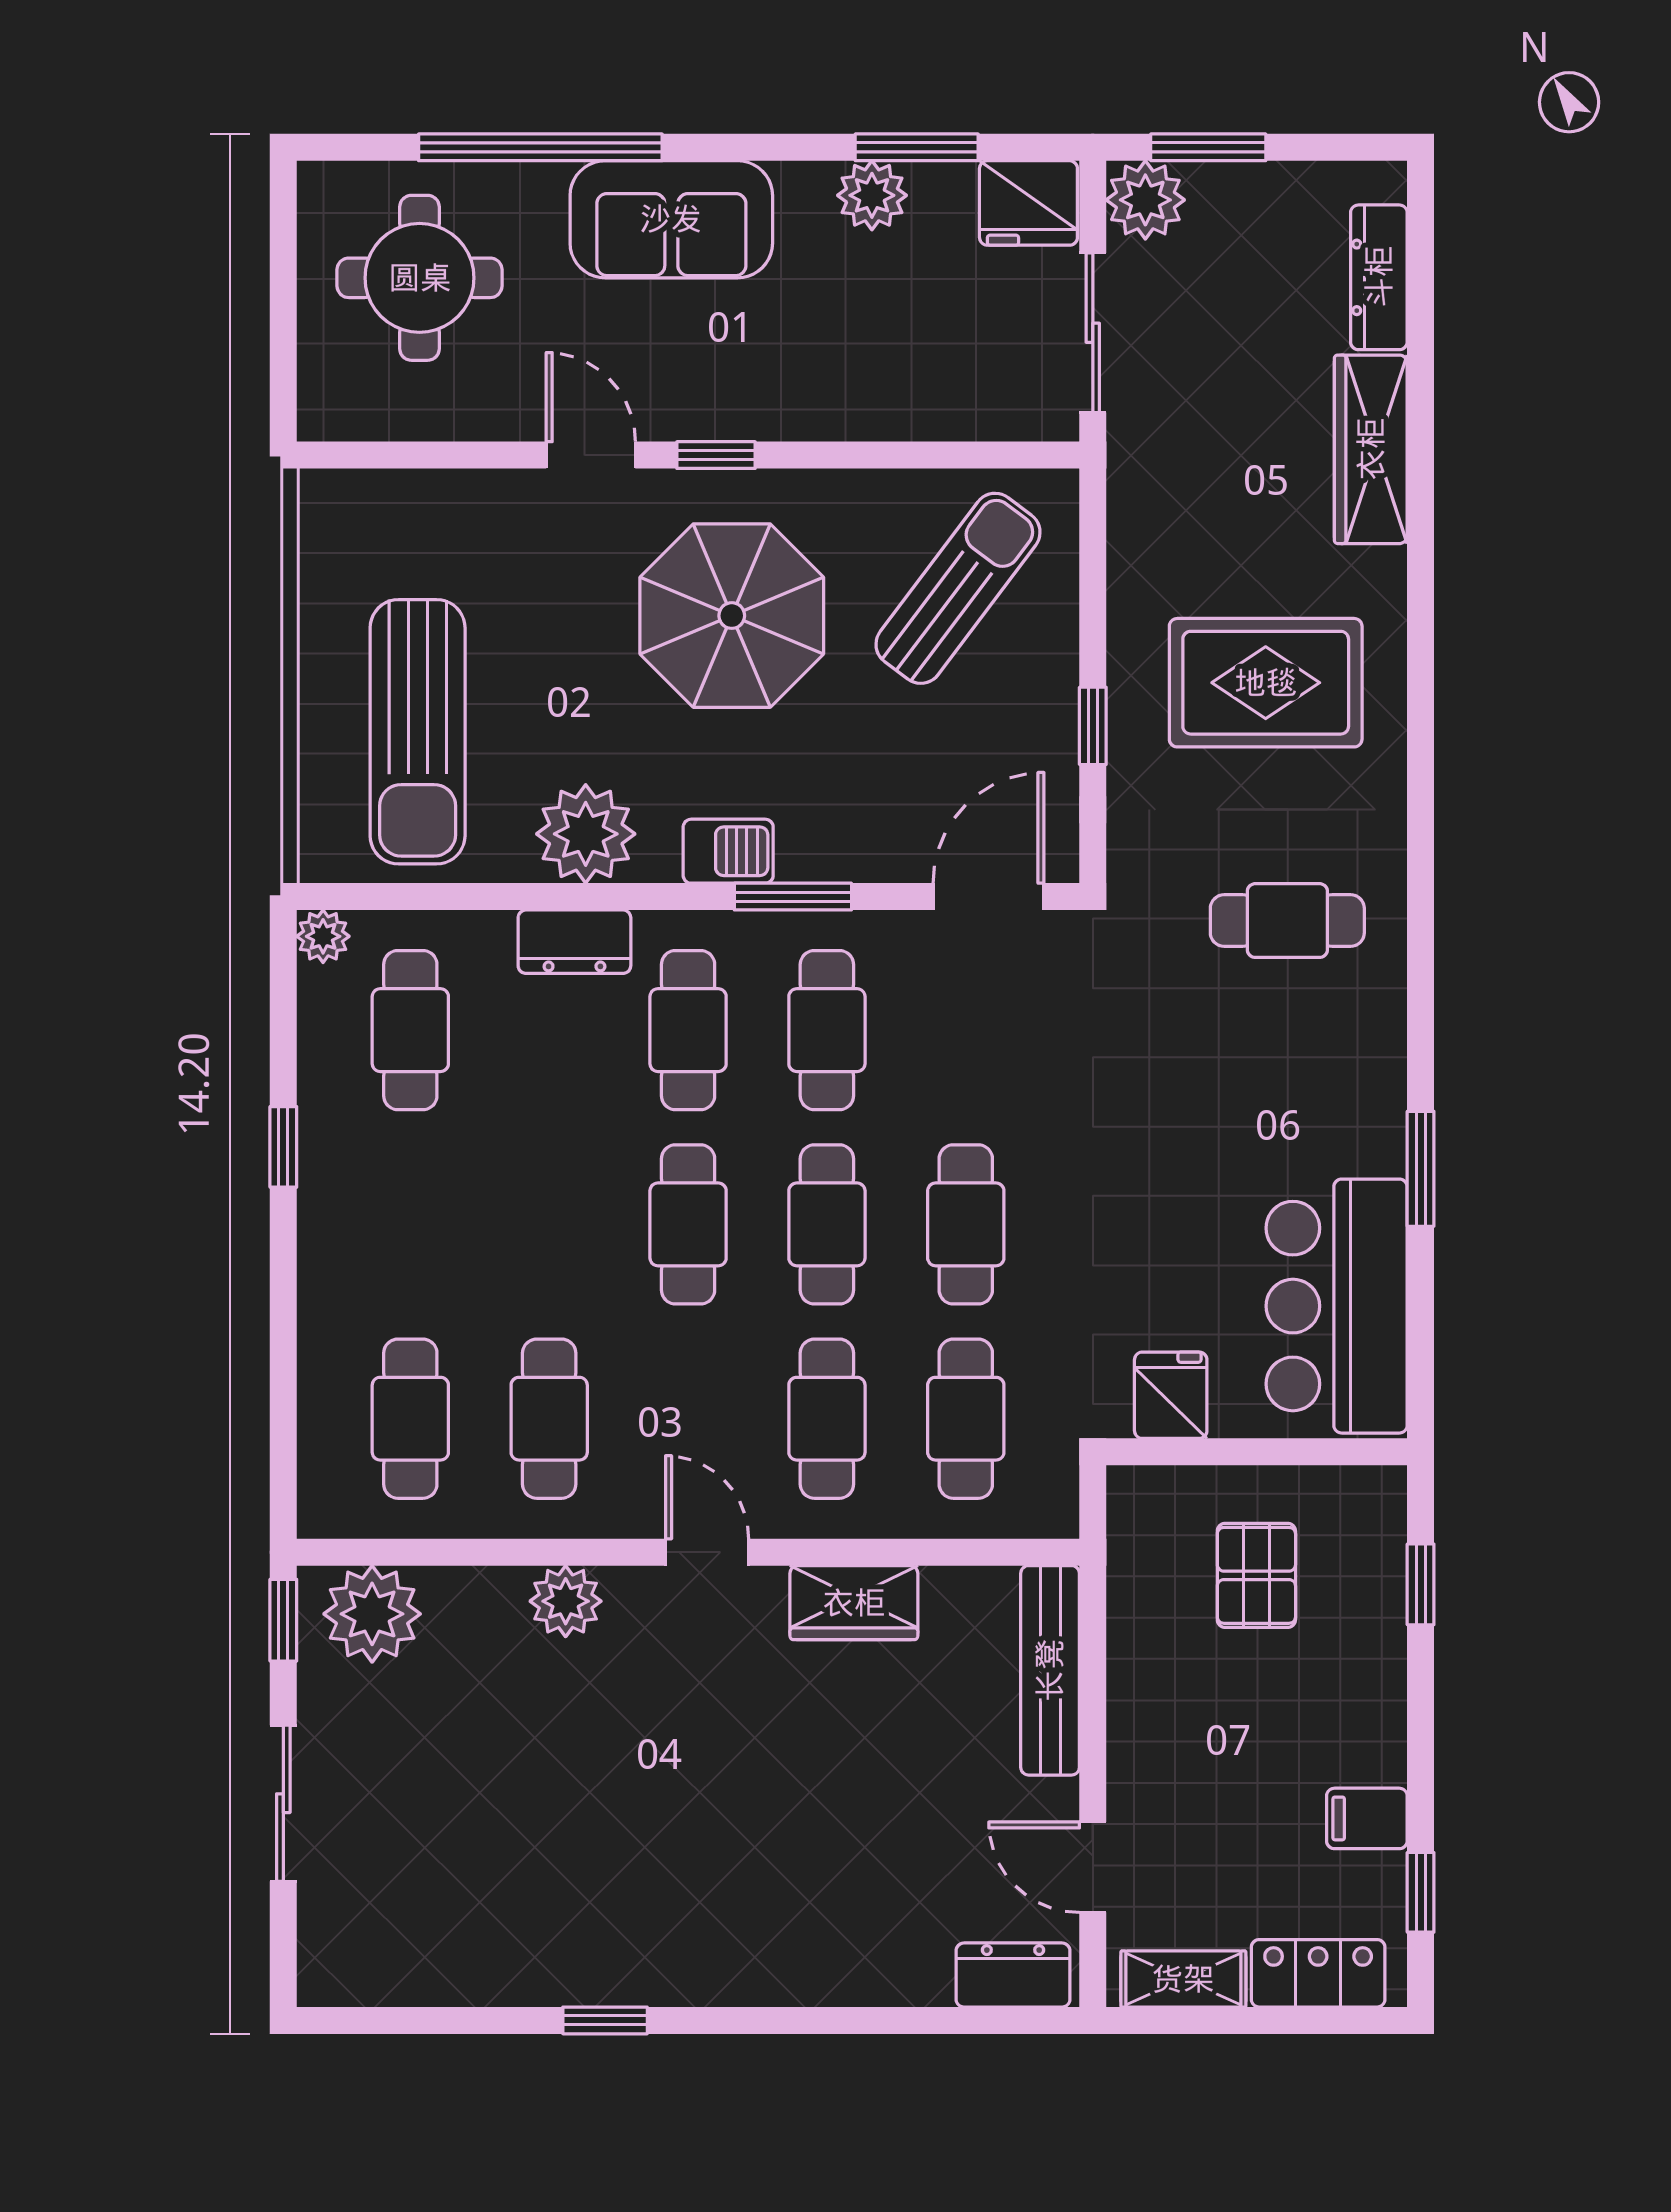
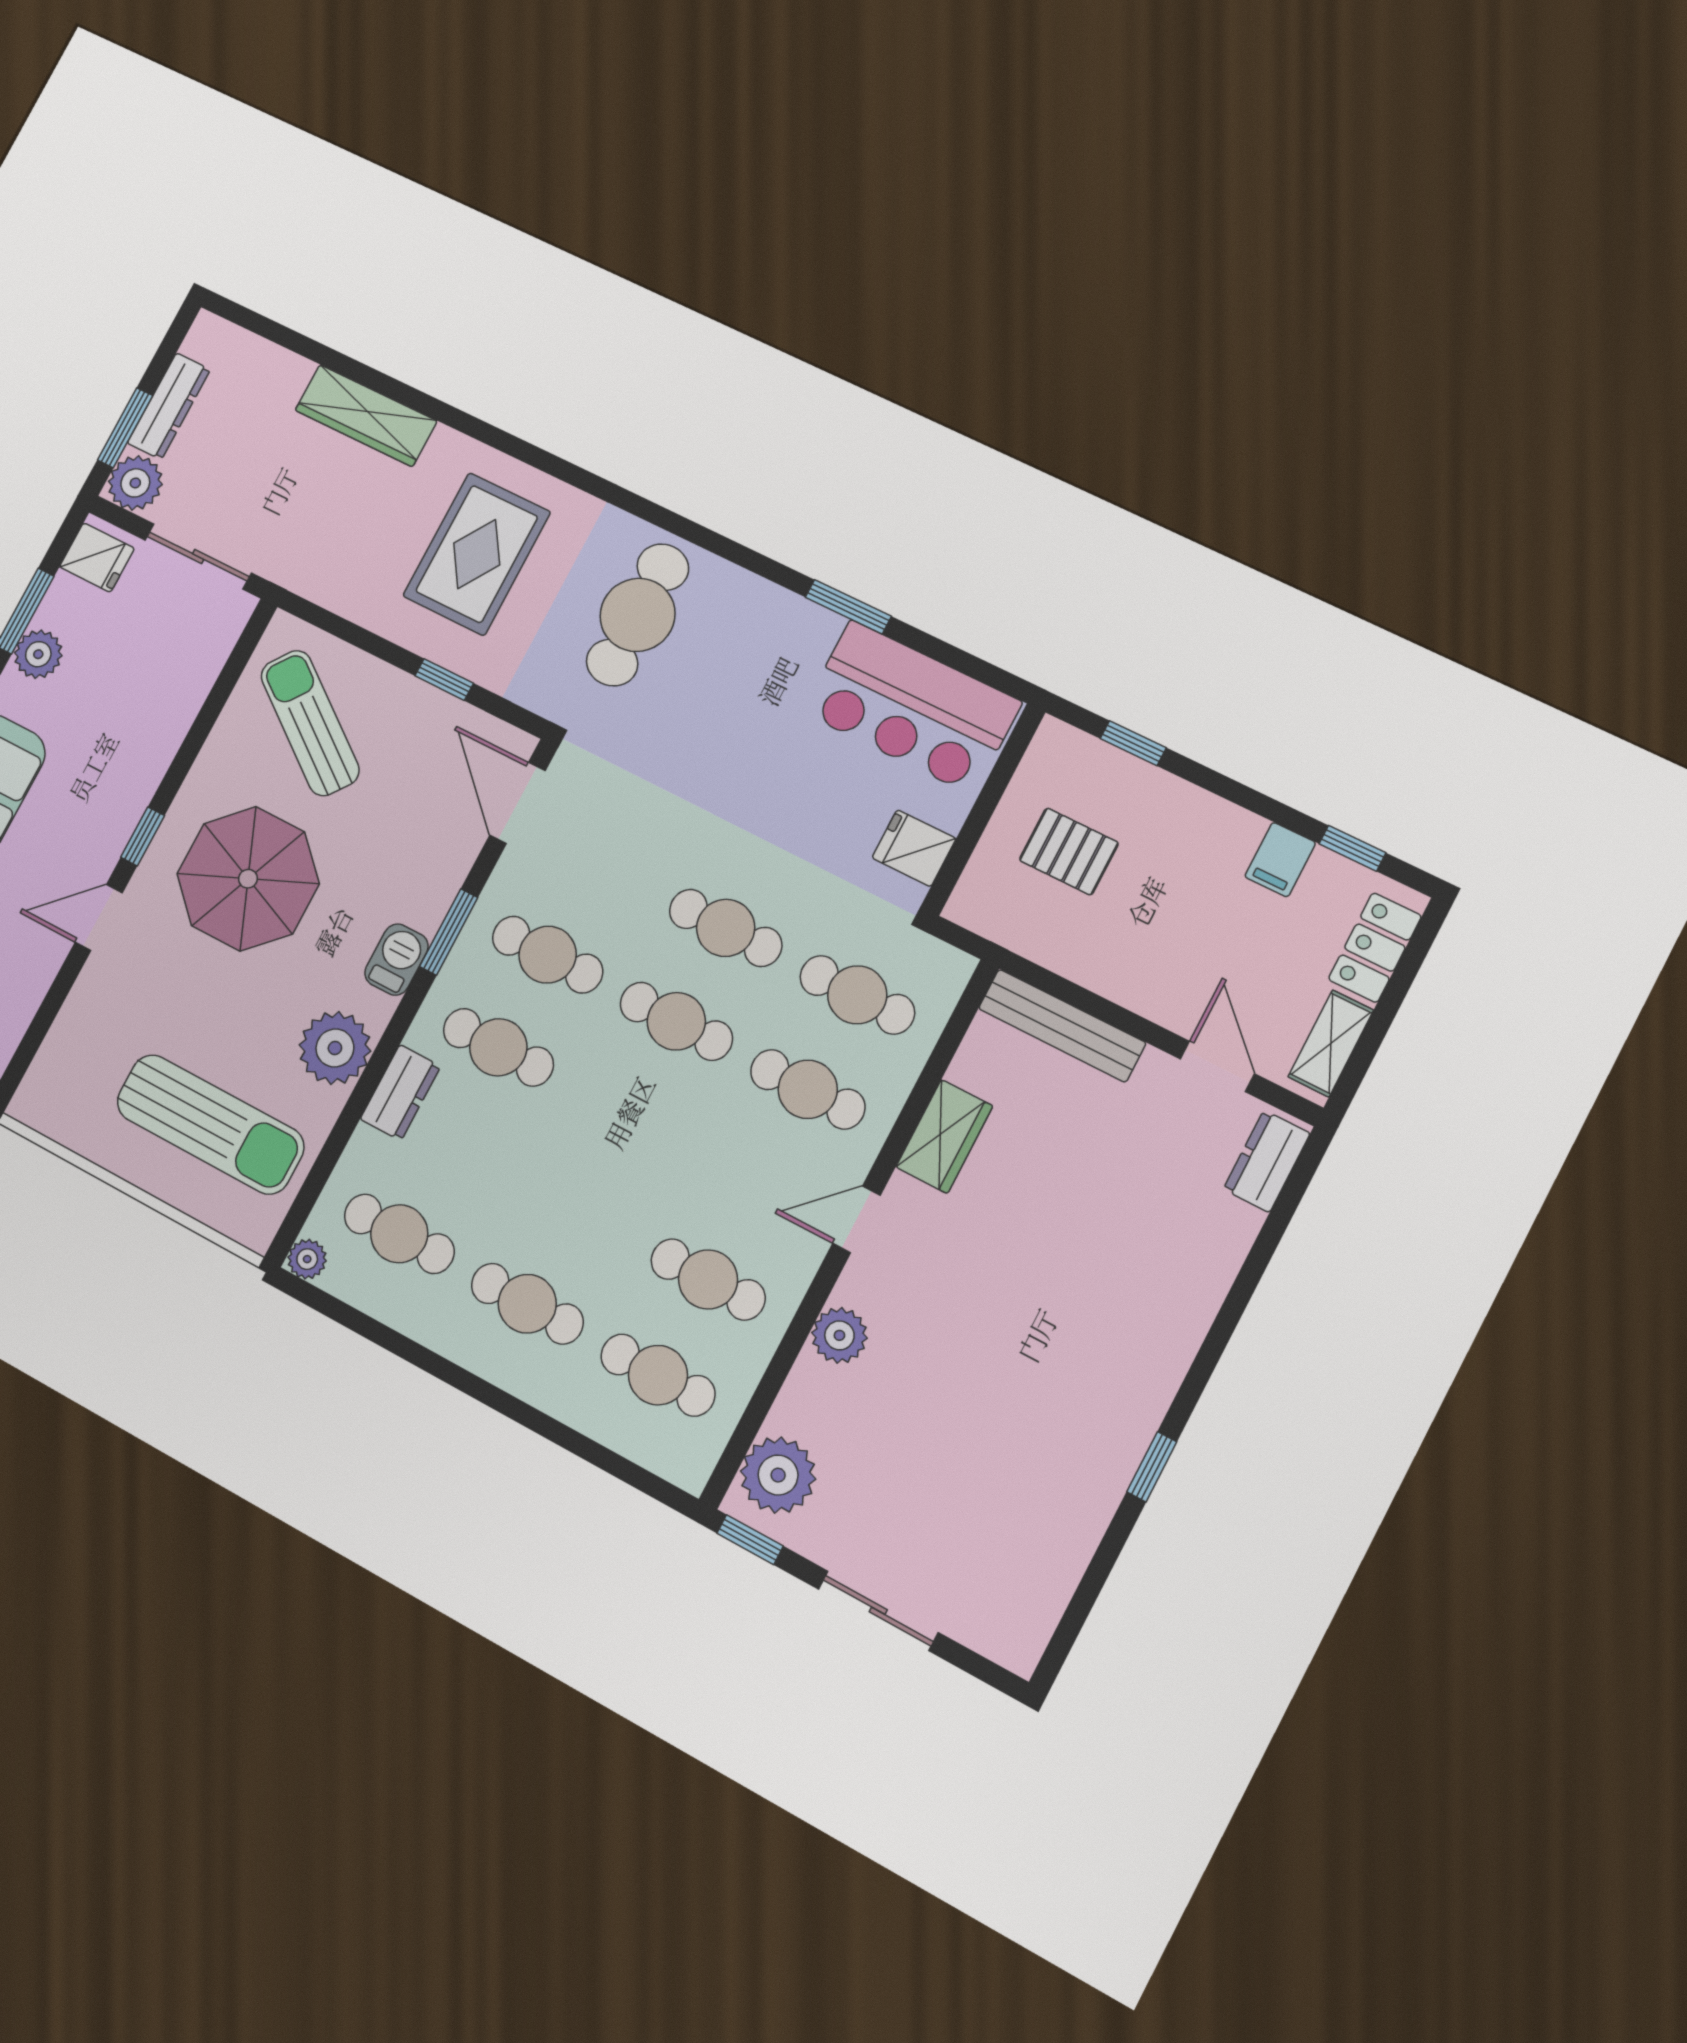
fridge: (1028, 203) -> (97, 558), width x0.72
dresser: (1379, 277) -> (169, 406), moved, turned -90
cafe table: (1287, 921) -> (638, 615), width x1.37, depth x1.35
window: (283, 1147) -> (430, 1362), removed
cafe table: (688, 1224) -> (527, 1304), moved
door: (1093, 1867) -> (1217, 1066), swing flipped

